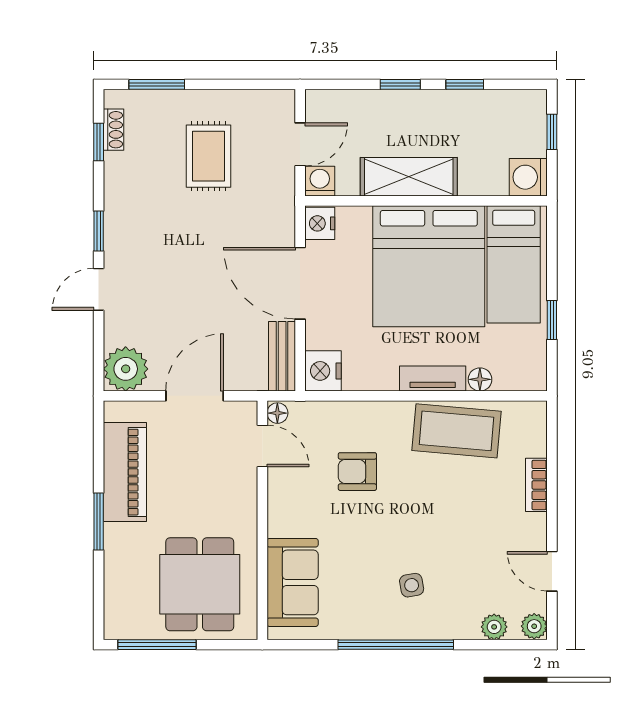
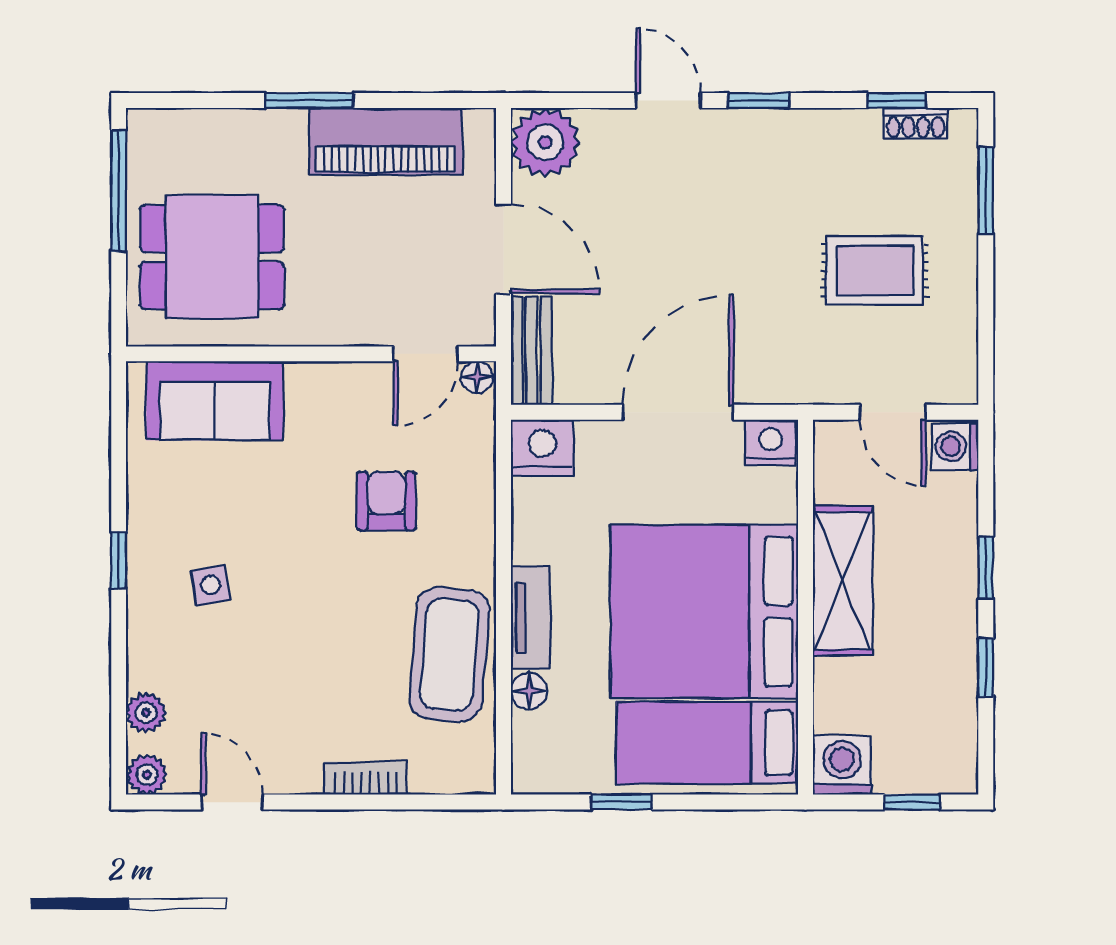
washing machine: (320, 181) -> (955, 447), moved, turned 180
bench: (282, 356) -> (531, 351), moved, turned 90
door: (552, 571) -> (232, 802), hinge flipped
window: (396, 645) -> (119, 560), width x0.32

